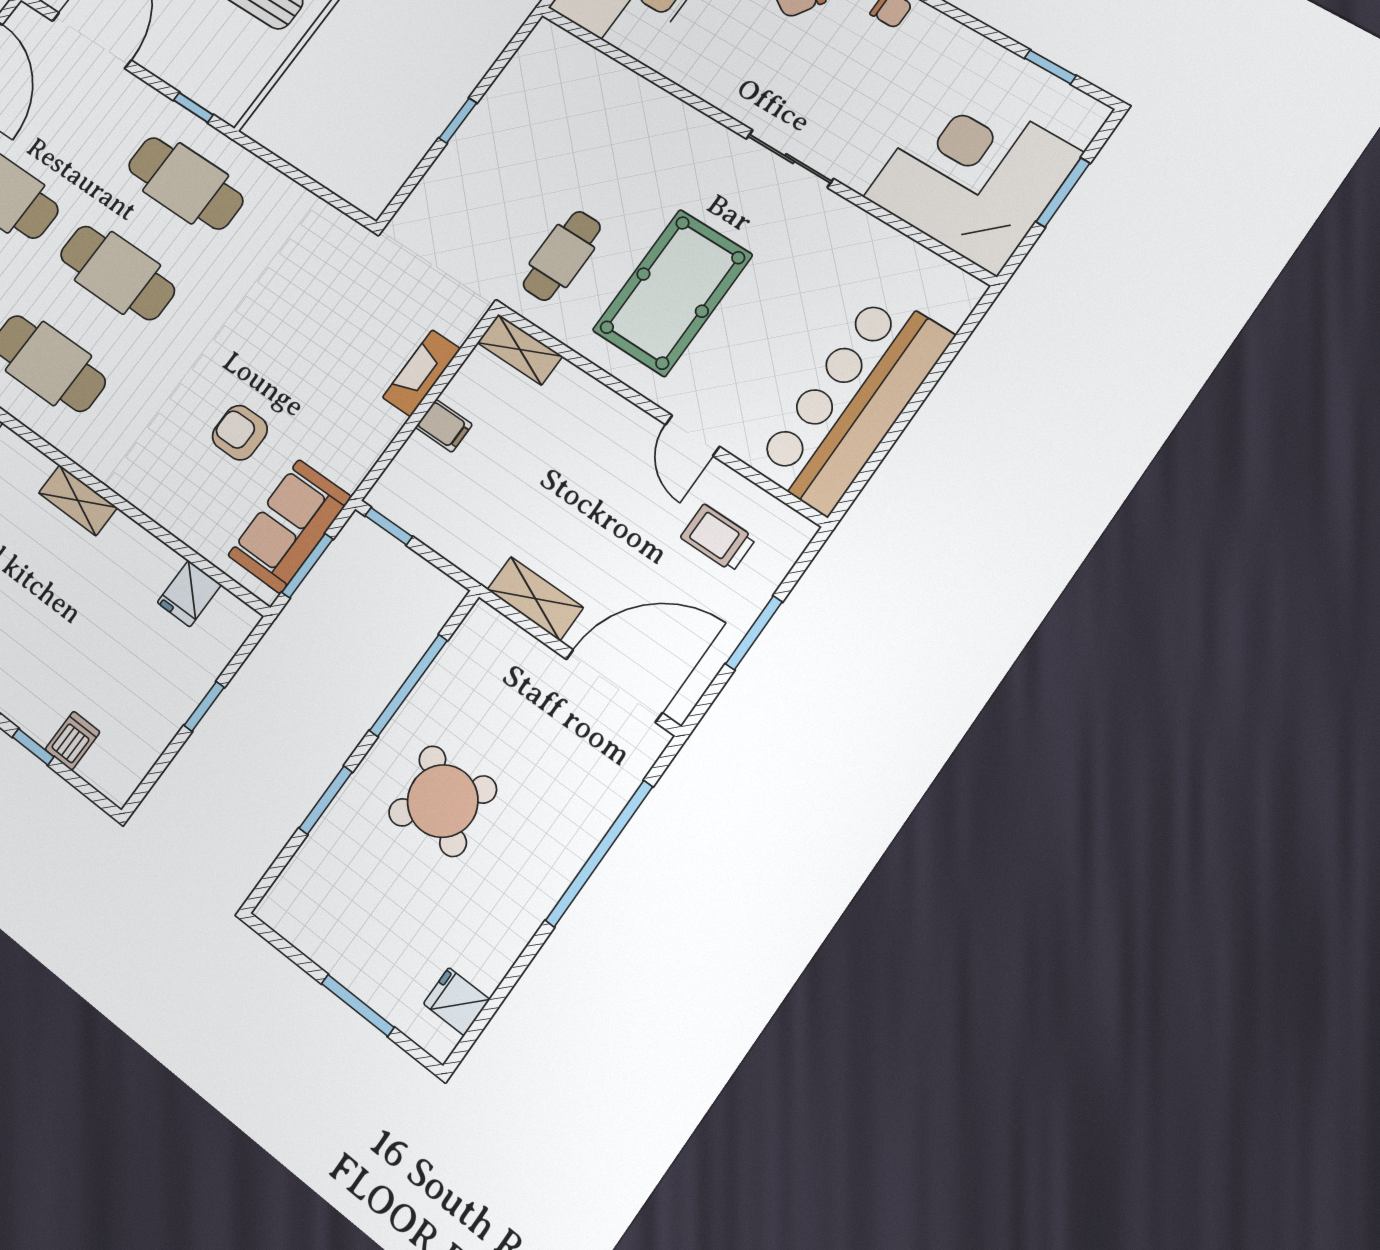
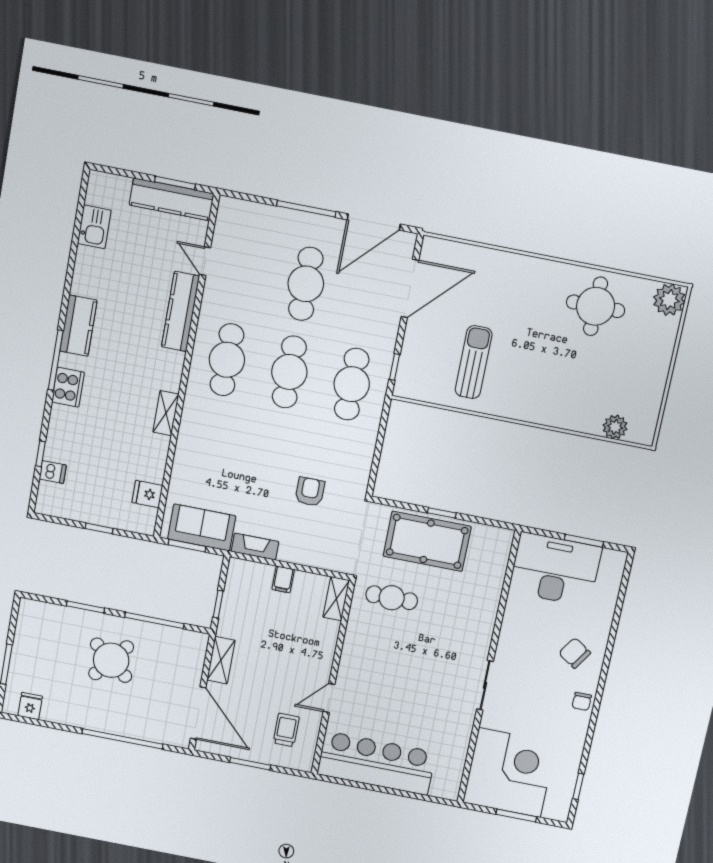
pool table: (672, 293) -> (427, 541), moved
fireplace: (421, 373) -> (255, 547), moved
armchair: (240, 433) -> (310, 492), moved
window: (389, 526) -> (218, 604), moved

